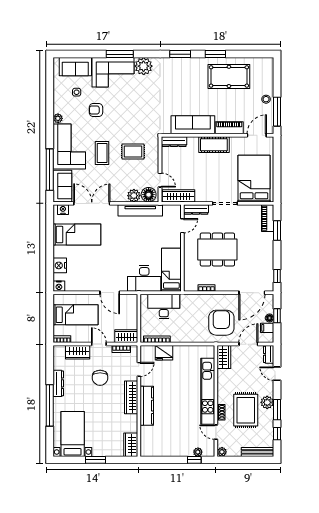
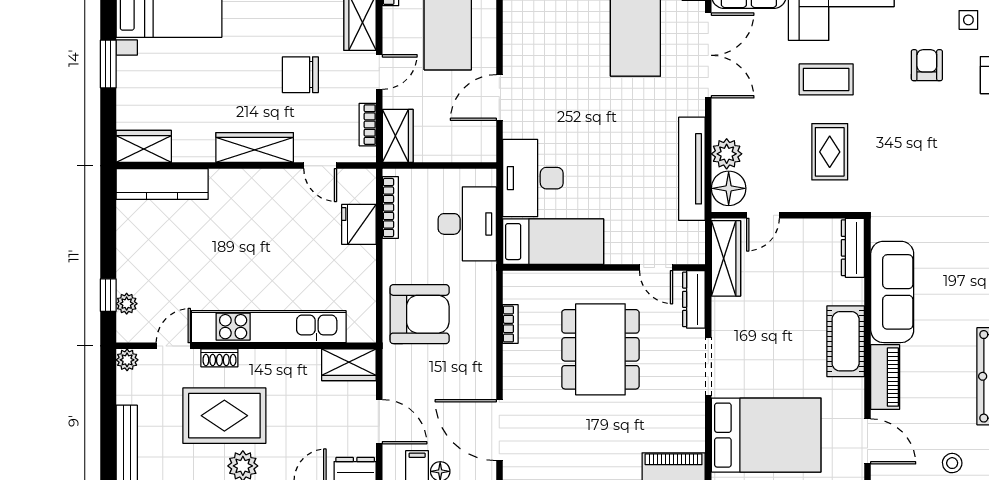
armchair: (221, 323) -> (420, 314), moved
kitchen counter: (147, 406) -> (162, 184), moved

